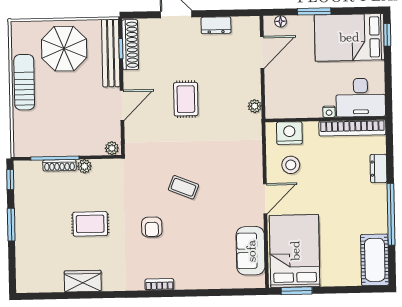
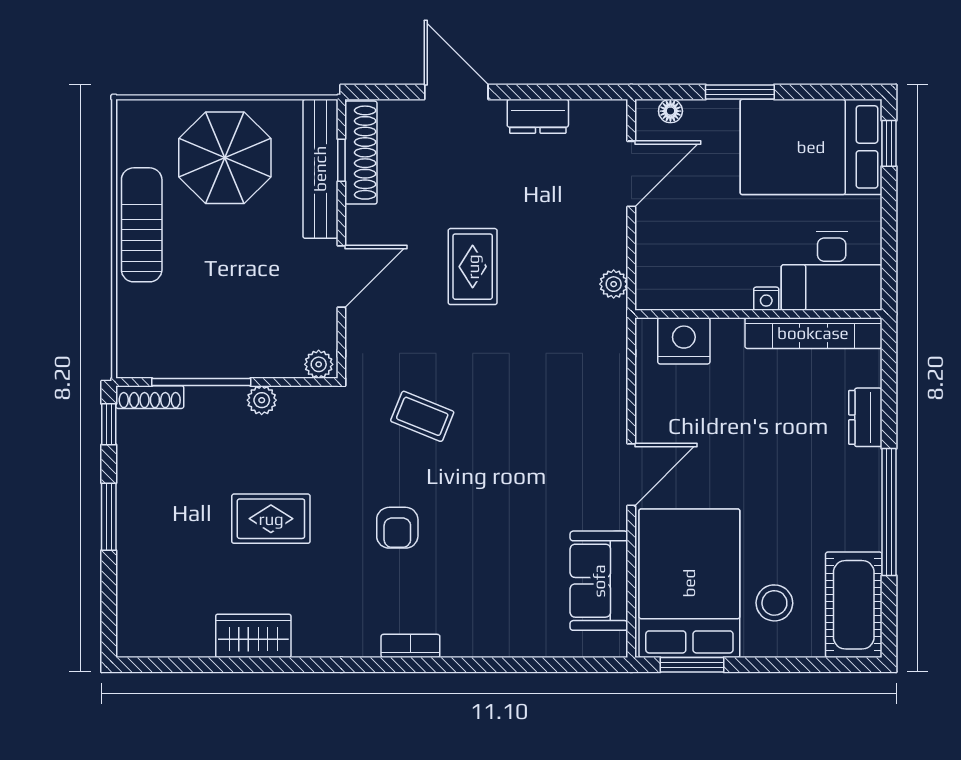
shoe rack: (59, 165) -> (150, 397), moved
stool: (291, 165) -> (774, 603), moved
coffee table: (183, 187) -> (422, 416), moved

